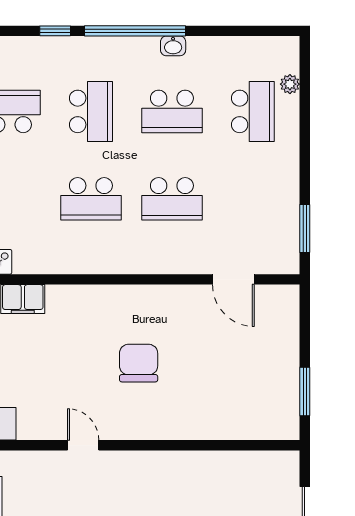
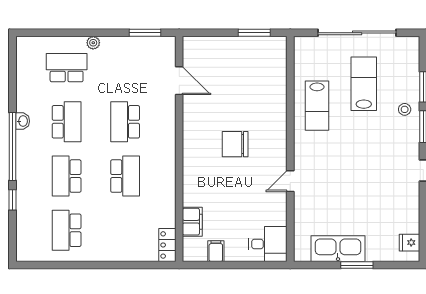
plant: (290, 84) -> (93, 43), moved
school desk: (91, 111) -> (67, 176), turned -90
school desk: (172, 199) -> (125, 122), turned 180
door: (233, 279) -> (179, 81), hinge flipped
lab bench: (196, 485) -> (317, 106), added

